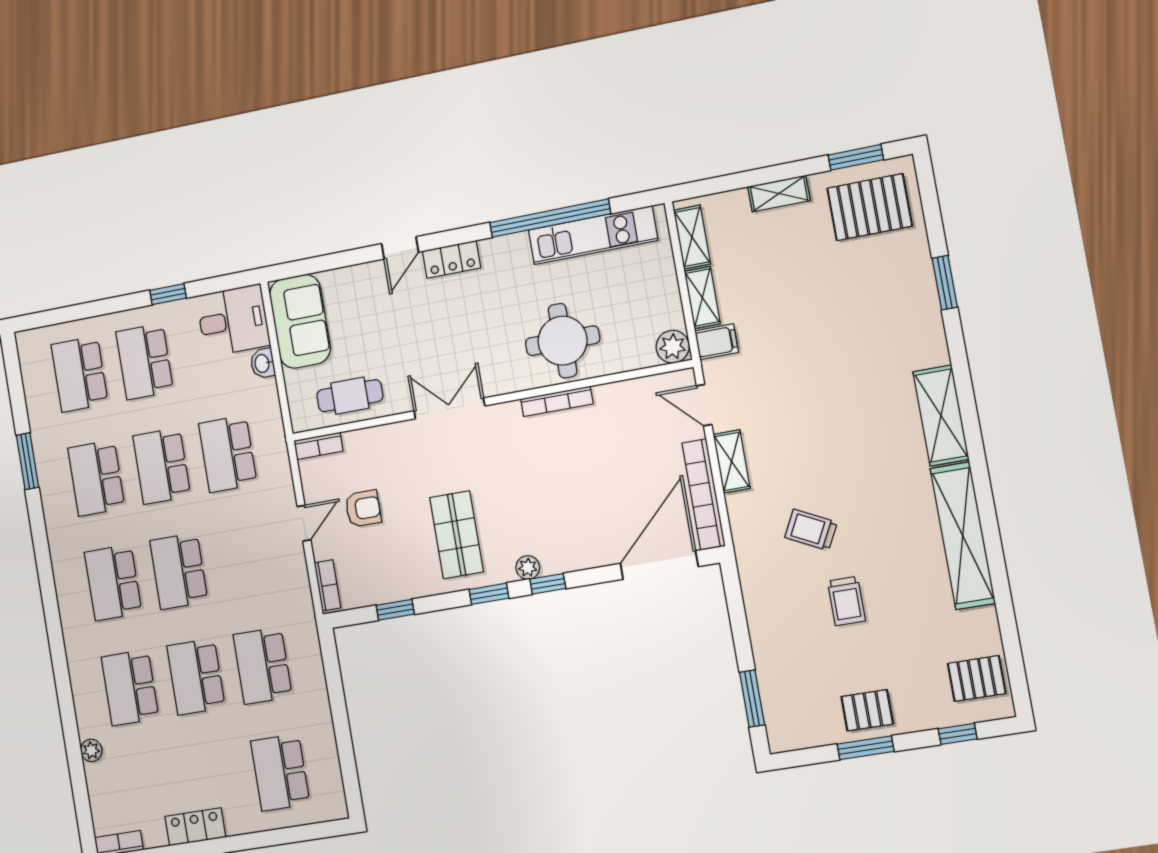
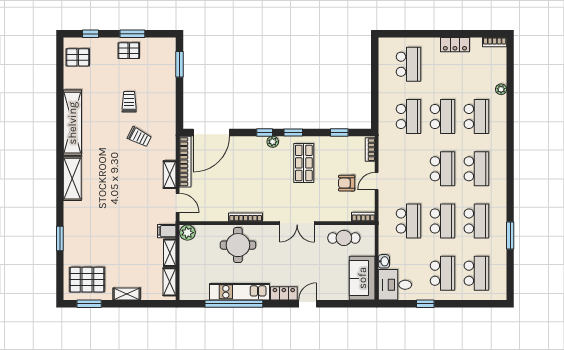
kitchen unit: (593, 235) -> (240, 292), moved

